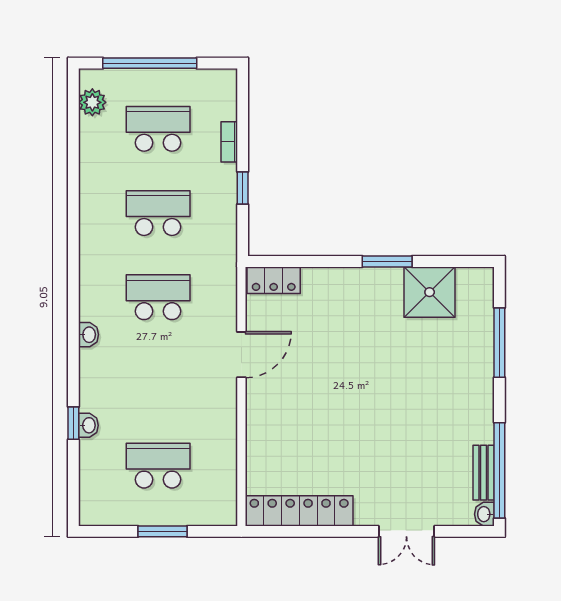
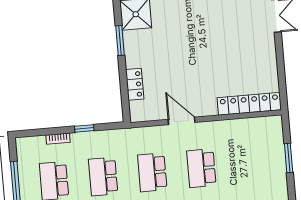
locker: (274, 280) -> (135, 84), moved
school desk: (158, 466) -> (201, 168), moved
locker: (299, 511) -> (249, 104), moved, turned 90

